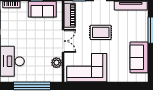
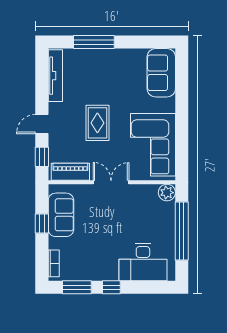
sofa: (139, 57) -> (161, 73), moved, turned 90
plant: (56, 63) -> (167, 193), moved

